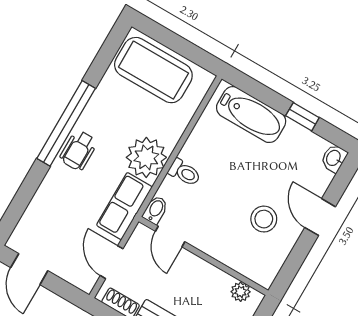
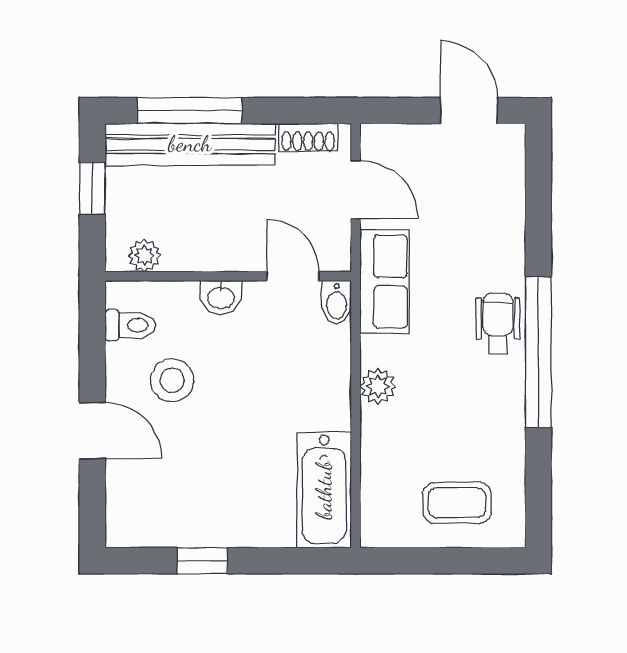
coffee table: (153, 70) -> (457, 503), width x0.54, depth x0.58
bathtub: (251, 115) -> (324, 490), moved, turned -90
plant: (146, 157) -> (378, 386), width x0.53, depth x0.53
washbasin: (334, 158) -> (221, 297), moved, turned 90
toilet: (184, 172) -> (130, 325), moved, turned 180

